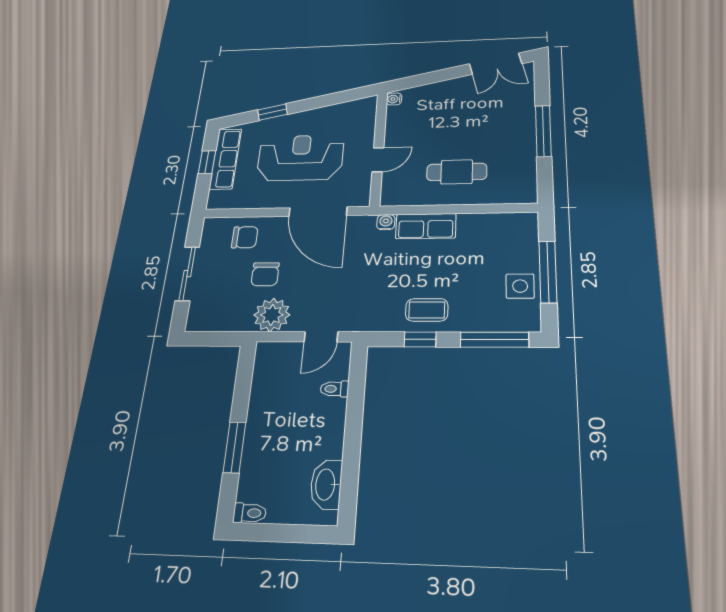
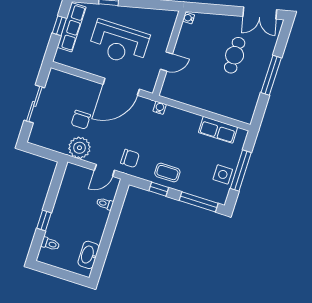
reception desk: (300, 158) -> (119, 43), turned 180
cafe table: (457, 172) -> (235, 55), moved, turned 90
door: (318, 212) -> (121, 87), hinge flipped
row of seats: (426, 226) -> (218, 130), moved
chair: (245, 237) -> (130, 158), moved
window: (235, 447) -> (44, 220), width x0.67
toilet: (250, 513) -> (50, 244), moved

